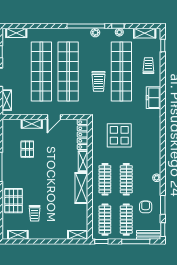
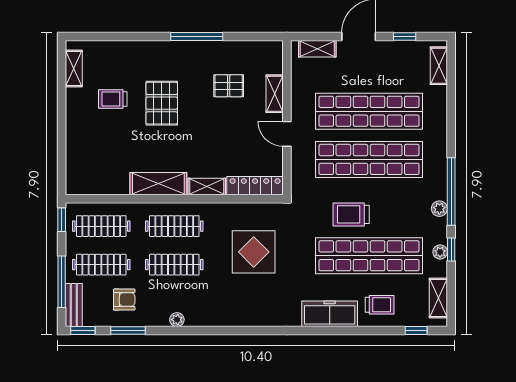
freezer: (153, 98) -> (330, 314), width x1.40
pallet: (14, 201) -> (162, 103), moved, turned 90
shelving: (78, 235) -> (74, 177), removed

